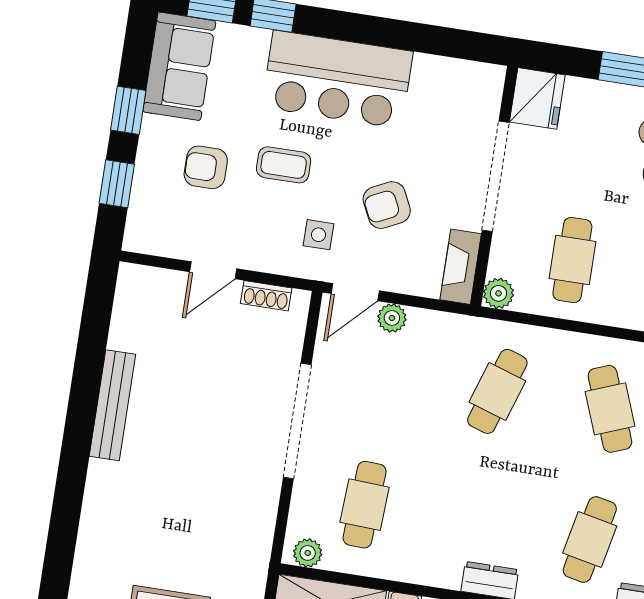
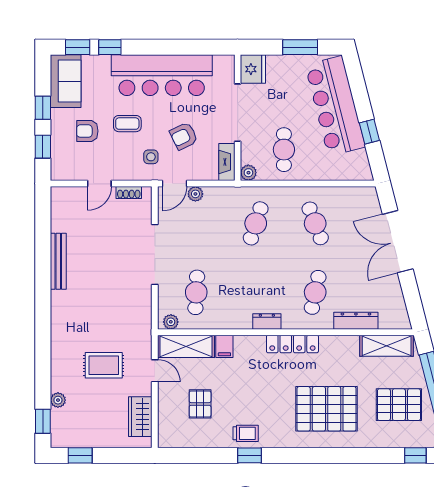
bar counter: (337, 79) -> (162, 75), width x1.36

